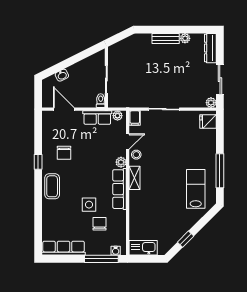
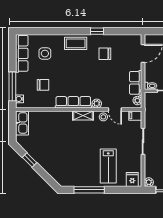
lab bench: (196, 189) -> (108, 166), moved, turned 90
side table: (89, 205) -> (45, 54), moved

